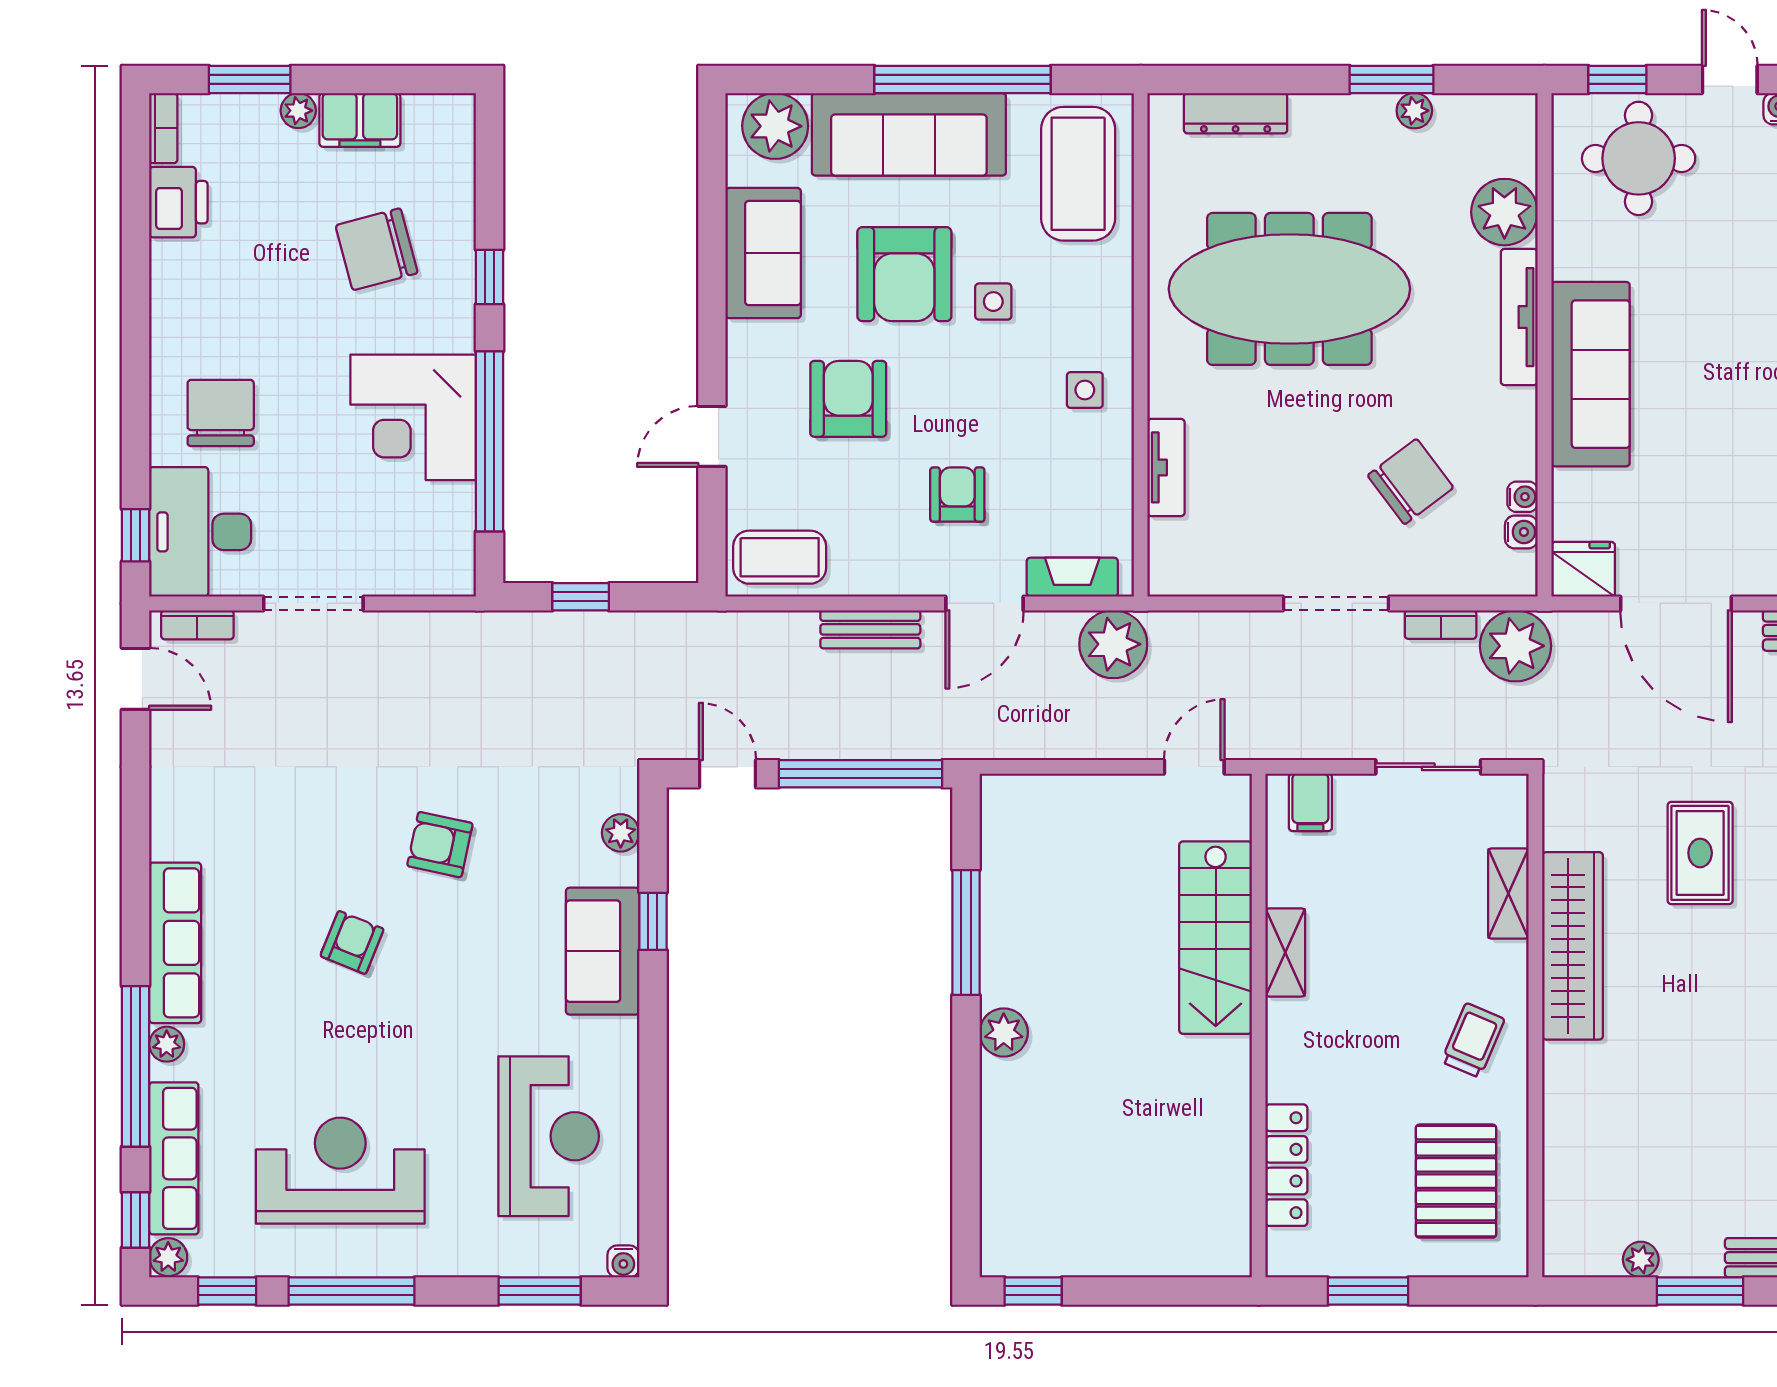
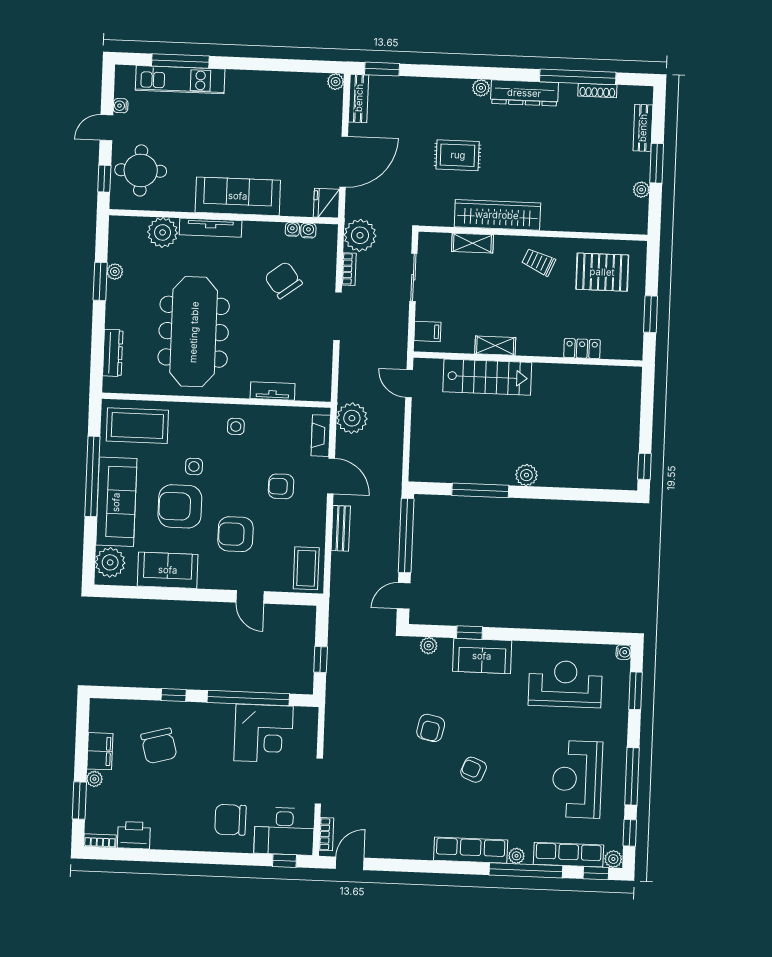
armchair: (904, 274) -> (180, 506), turned 180
corner desk: (413, 417) -> (264, 733), moved
locker: (1286, 1165) -> (582, 349), width x0.66

